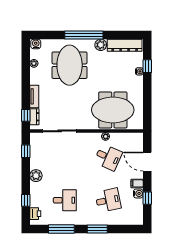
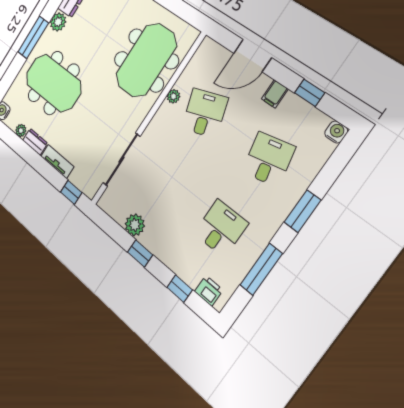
window: (84, 35) -> (33, 37), width x0.68
dresser: (34, 117) -> (35, 142), moved
window: (26, 151) -> (140, 253), moved
desk: (108, 157) -> (205, 113), turned -42
plant: (36, 176) -> (135, 225), moved
water cooler: (138, 193) -> (336, 132), moved

